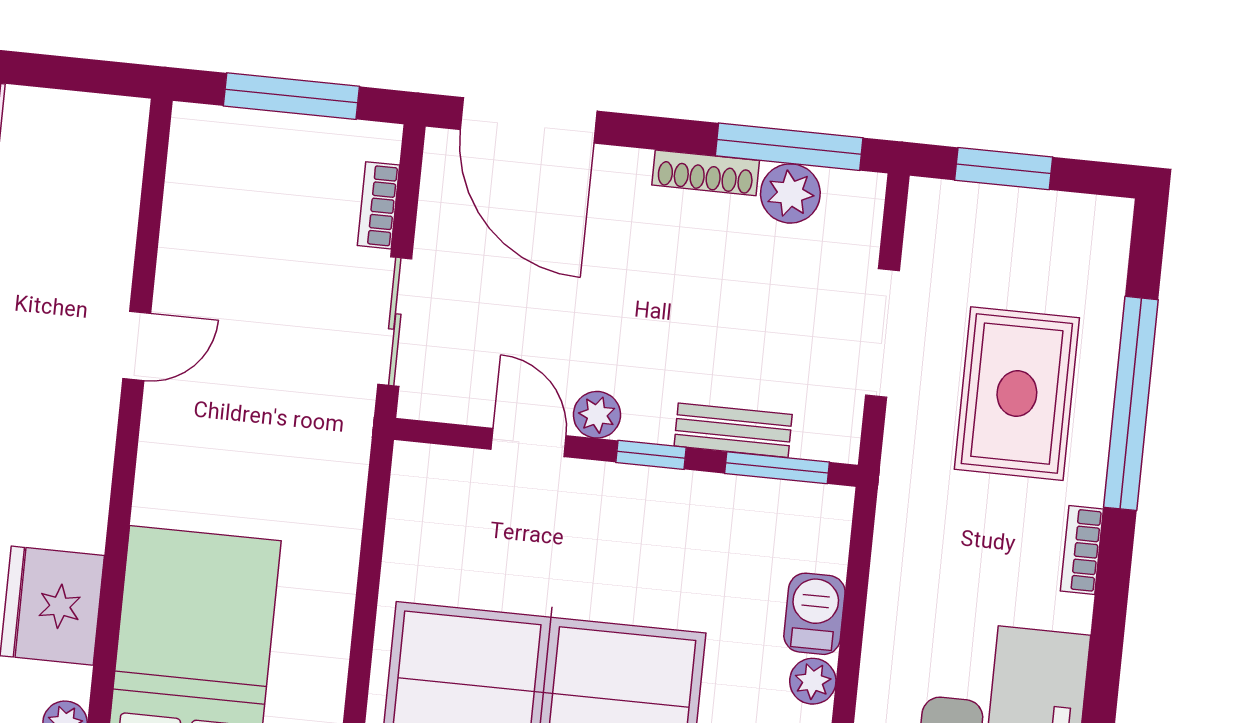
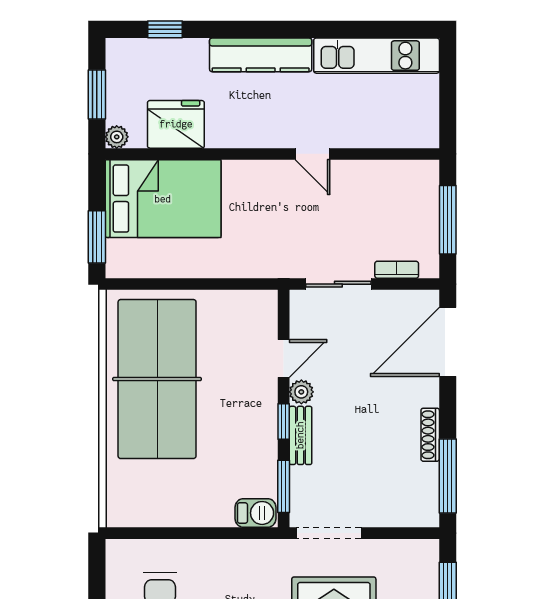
plant: (790, 193) -> (424, 479), removed
doorway: (882, 333) -> (329, 533), moved
bench: (733, 430) -> (300, 435), moved
barbecue: (814, 614) -> (256, 513), moved
plant: (813, 681) -> (177, 516), removed

